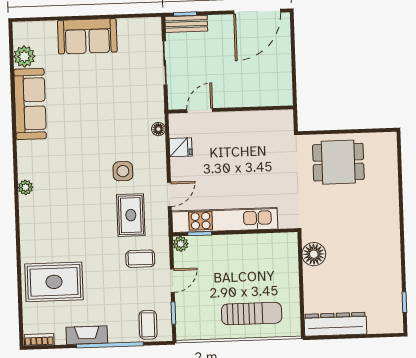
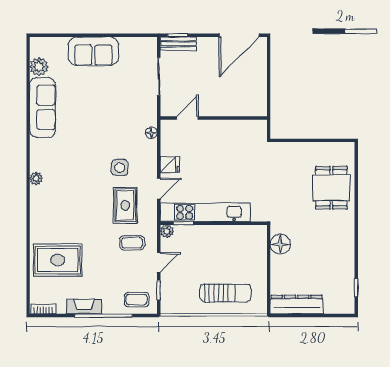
fridge: (181, 147) -> (170, 165), moved
dining table: (338, 162) -> (331, 188), moved, turned 90
coffee table: (148, 325) -> (137, 300), turned 90

